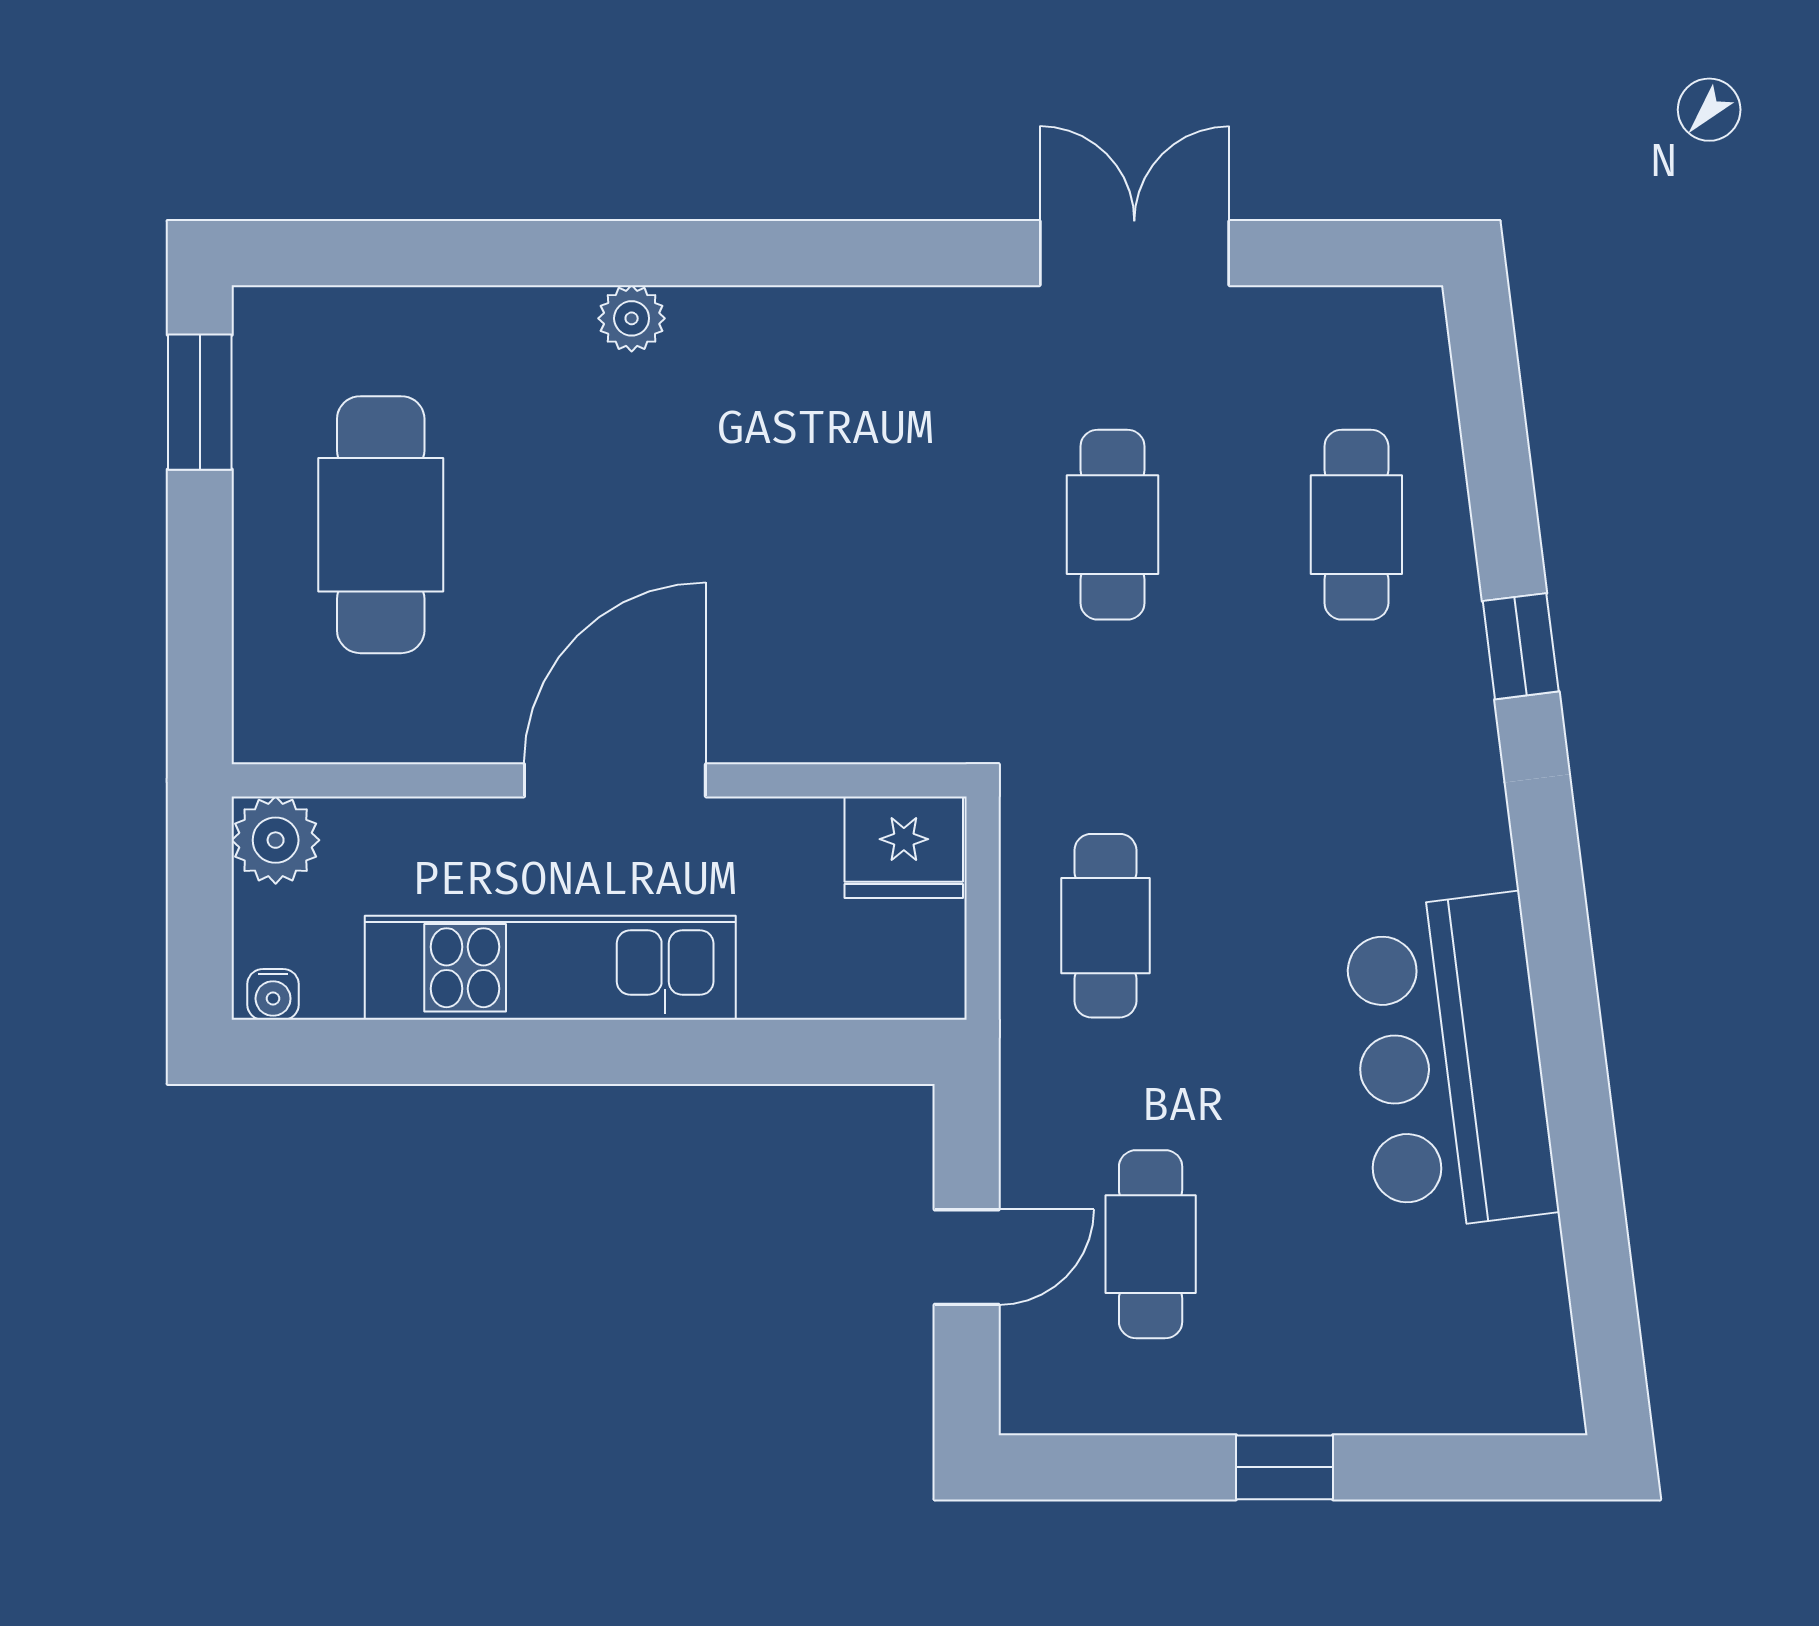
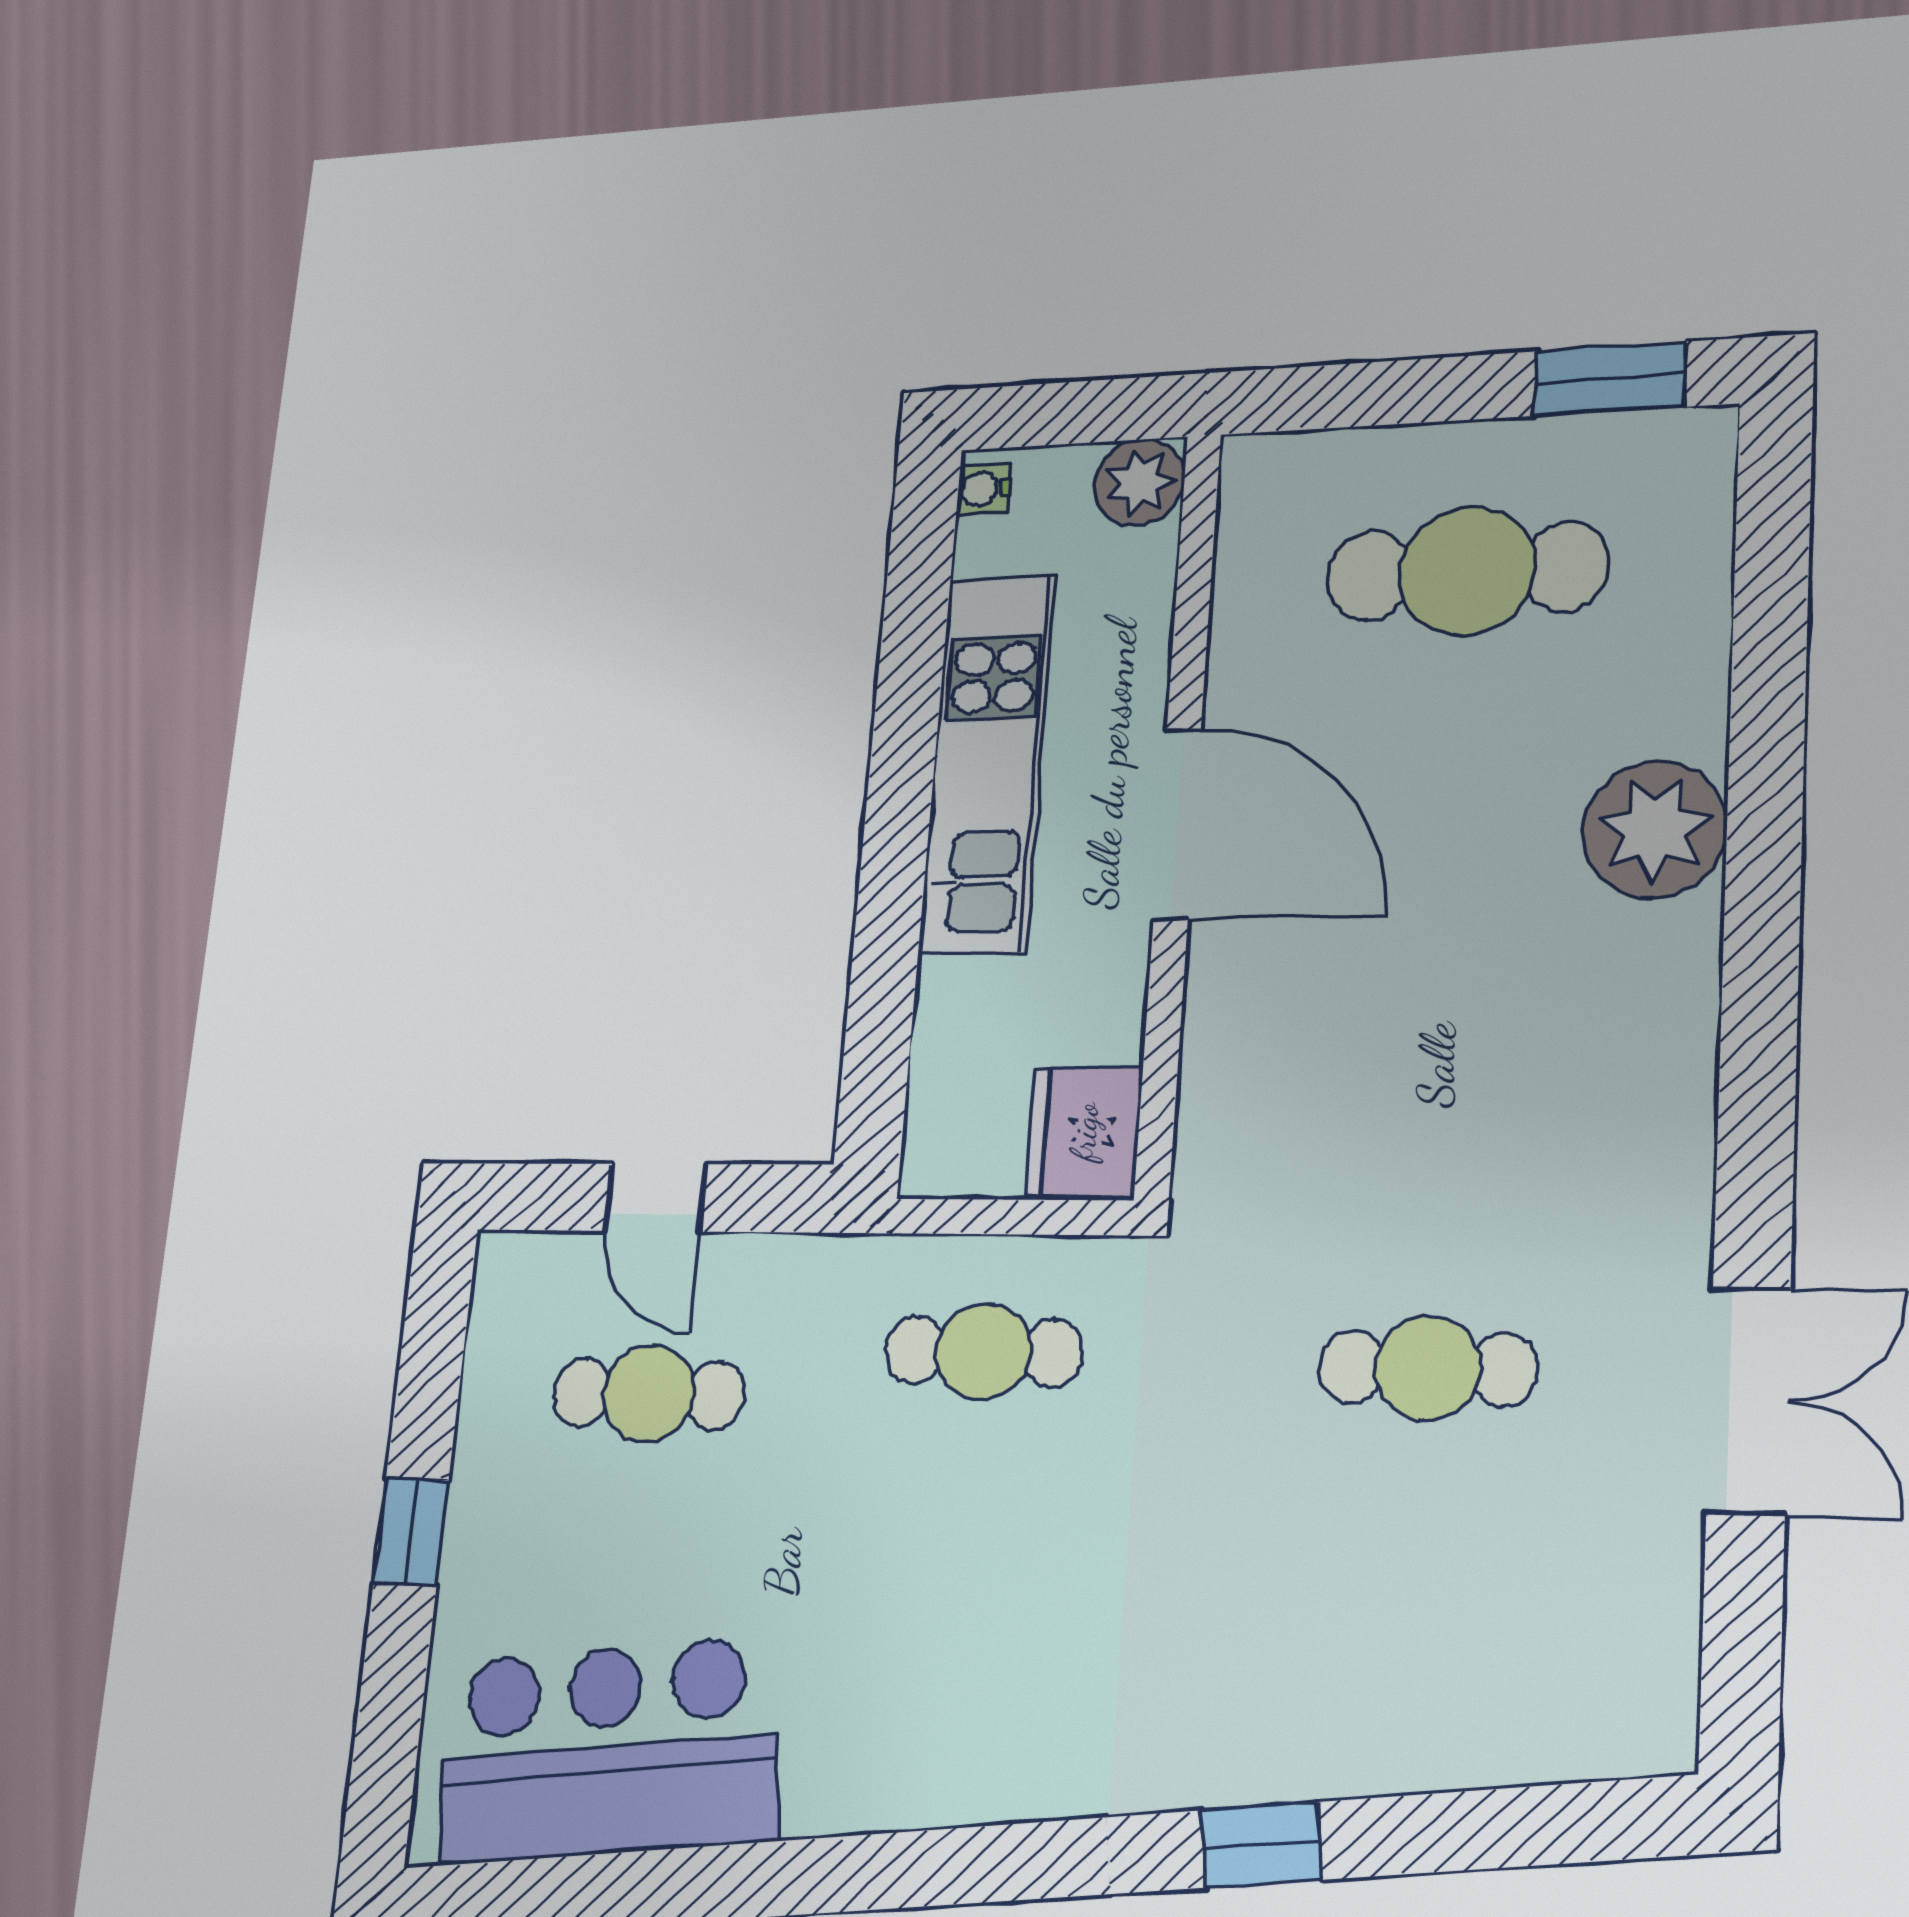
plant: (632, 318) -> (1655, 829), width x1.87, depth x1.87
cafe table: (1356, 525) -> (1413, 1655), removed
bar counter: (1450, 1063) -> (606, 1751), moved

